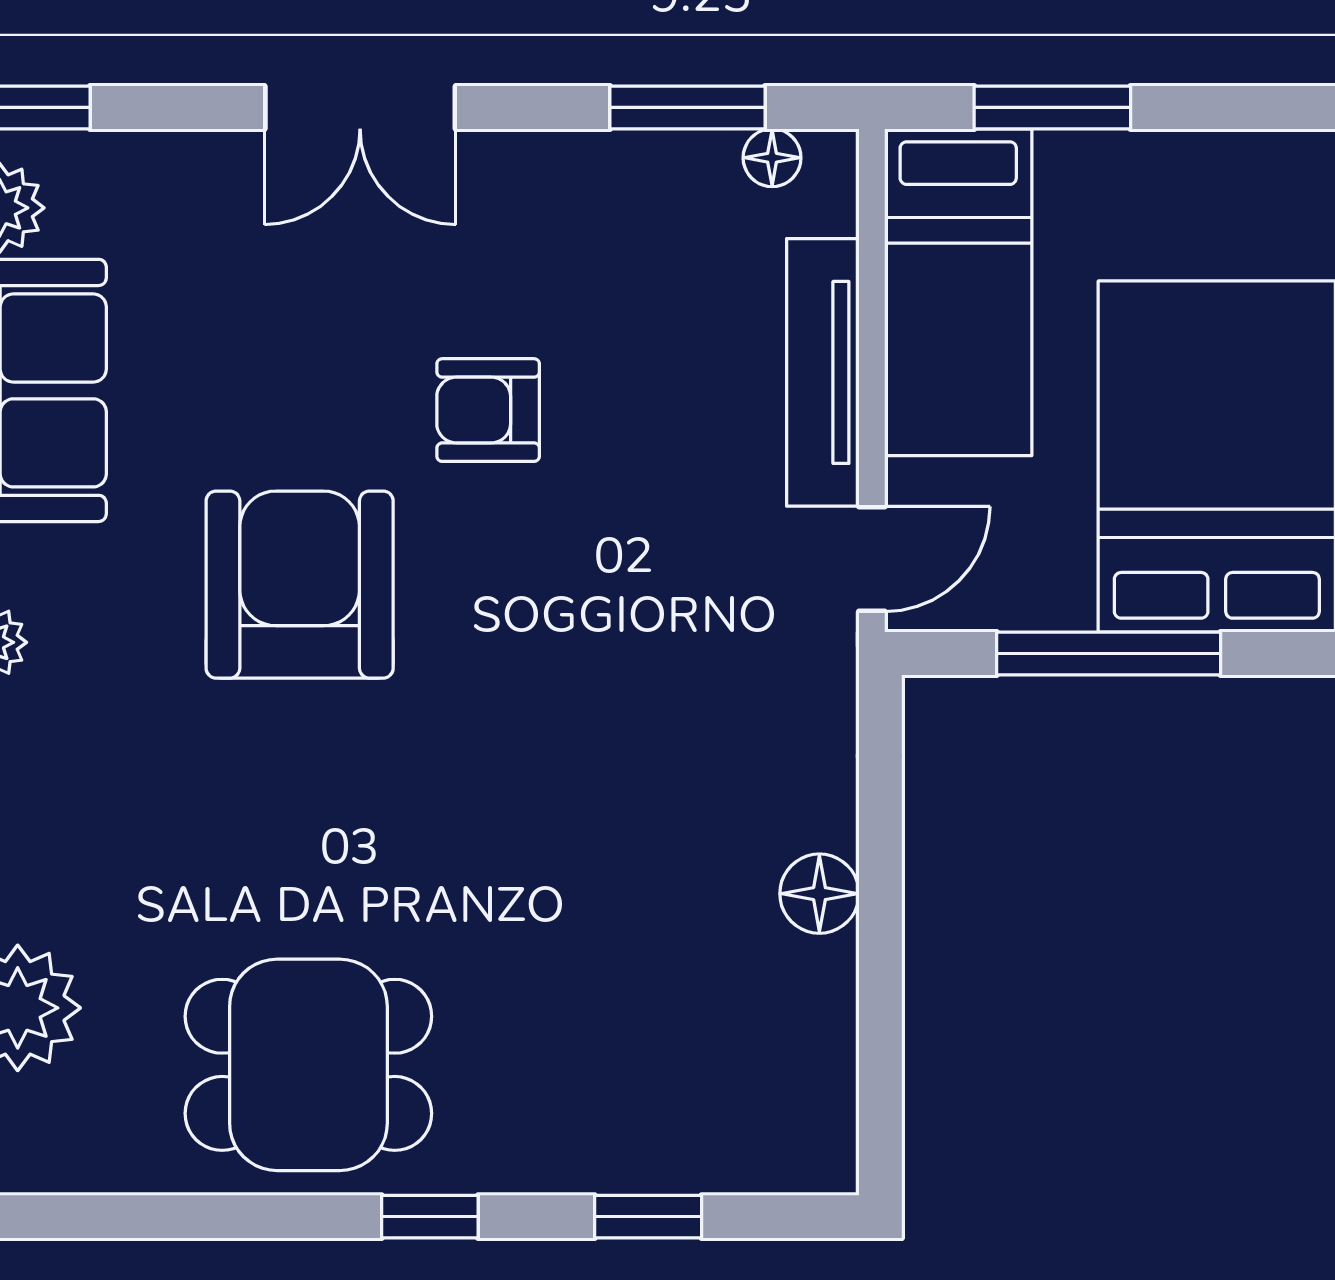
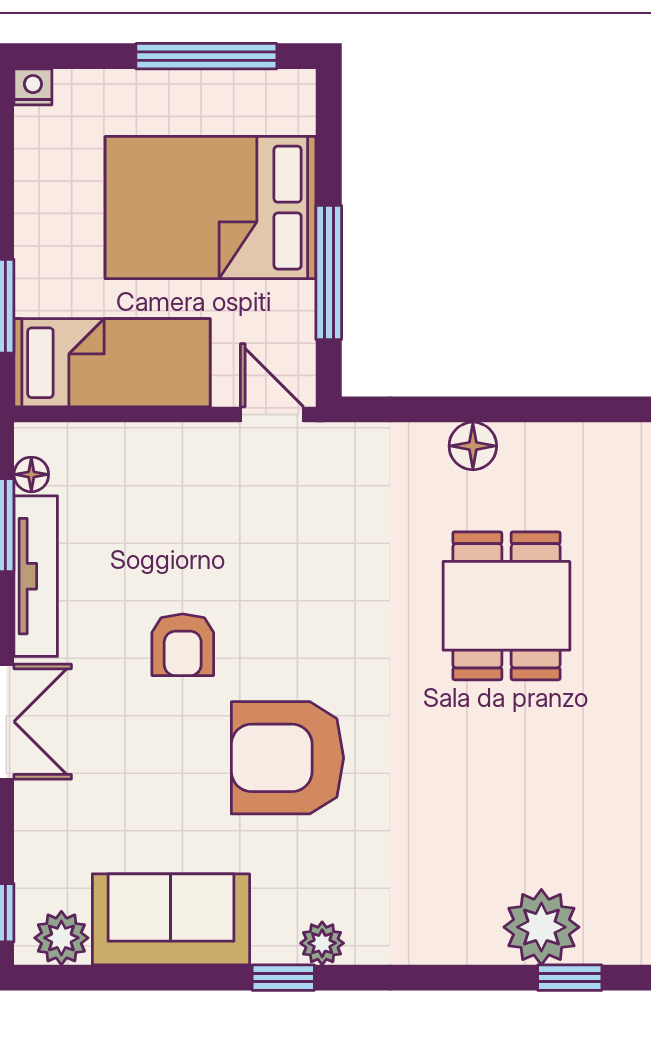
tv unit: (823, 372) -> (36, 576), moved, turned -90
dining table: (308, 1065) -> (506, 606), moved

